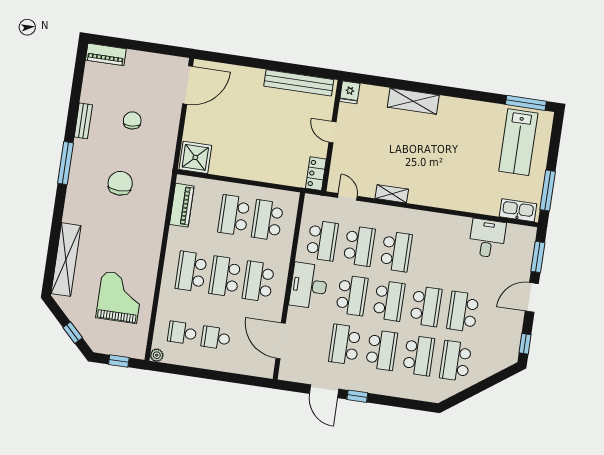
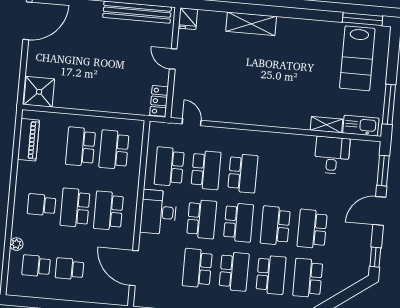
shelving: (392, 194) -> (326, 125), moved
school desk: (322, 241) -> (169, 167), turned 180
school desk: (191, 272) -> (42, 205), width x0.54
school desk: (426, 306) -> (275, 226), turned 180
plant: (157, 355) -> (16, 244), moved

